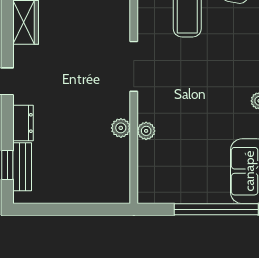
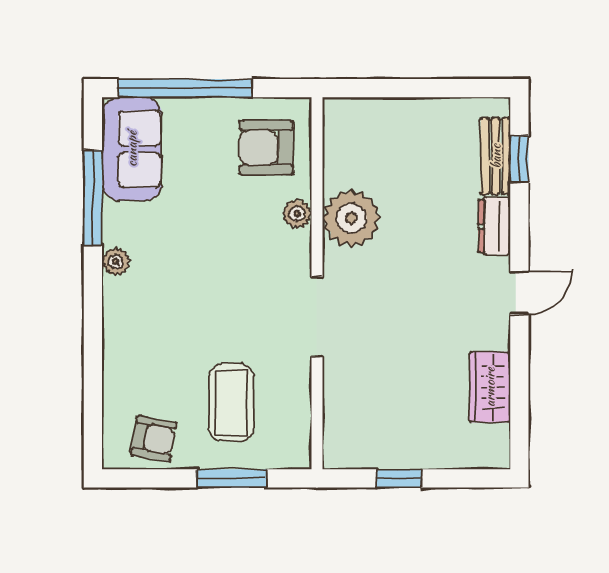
plant: (121, 128) -> (351, 218), width x1.87, depth x1.87
armchair: (165, 172) -> (266, 148), added

